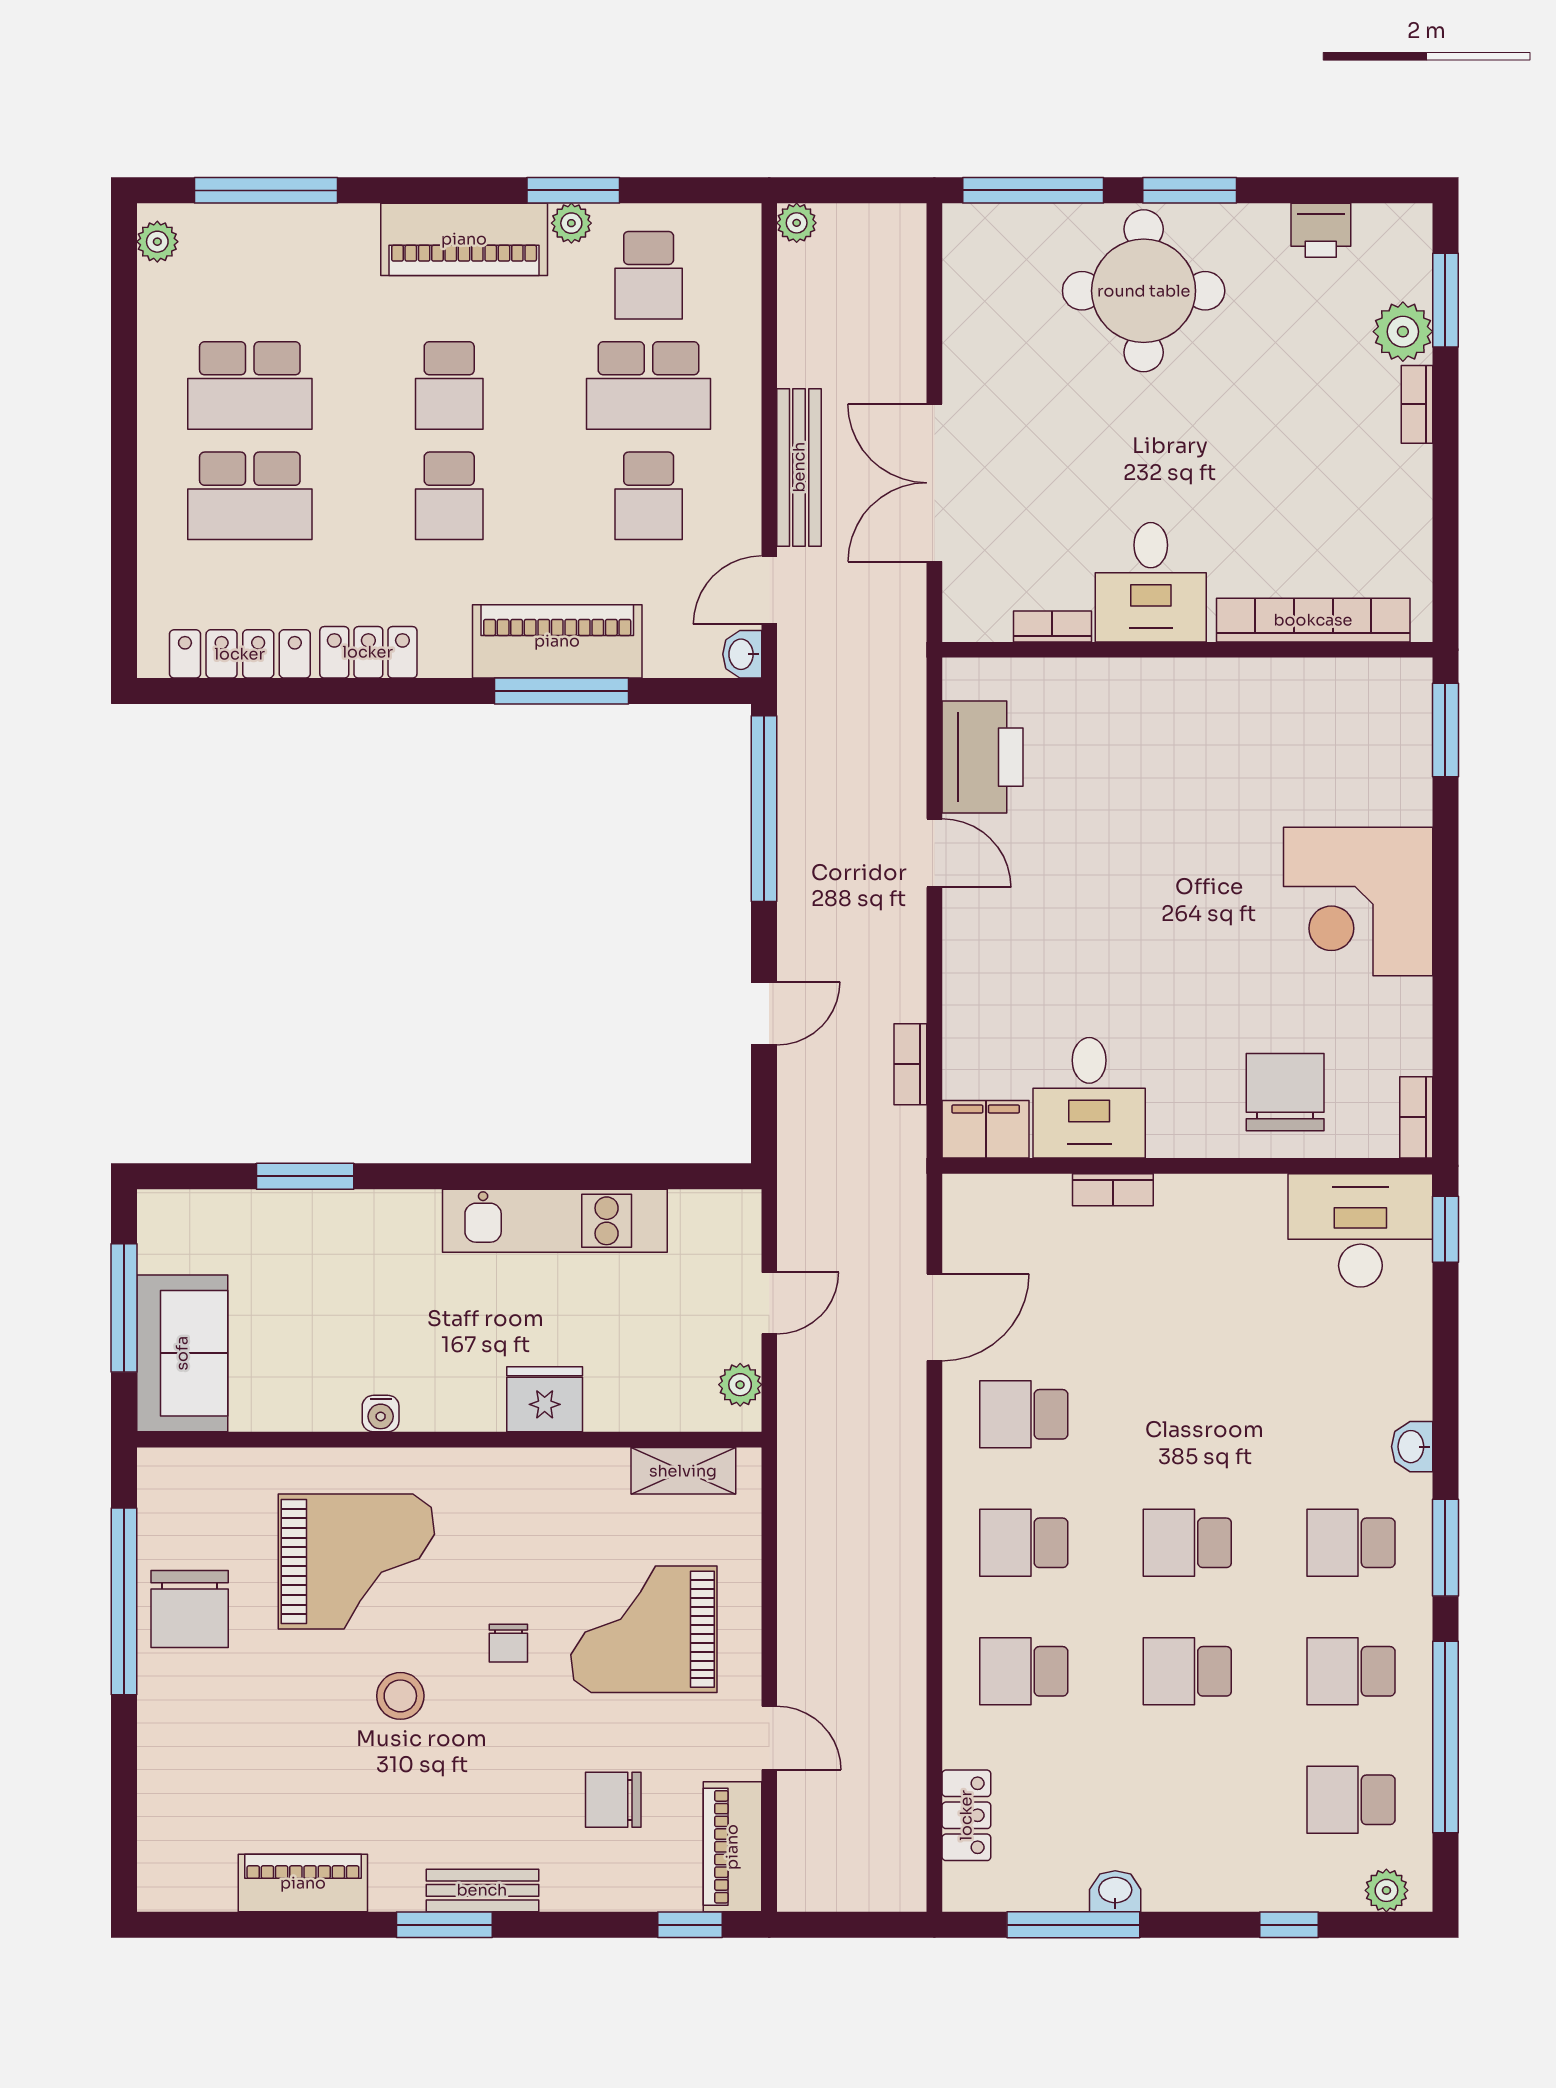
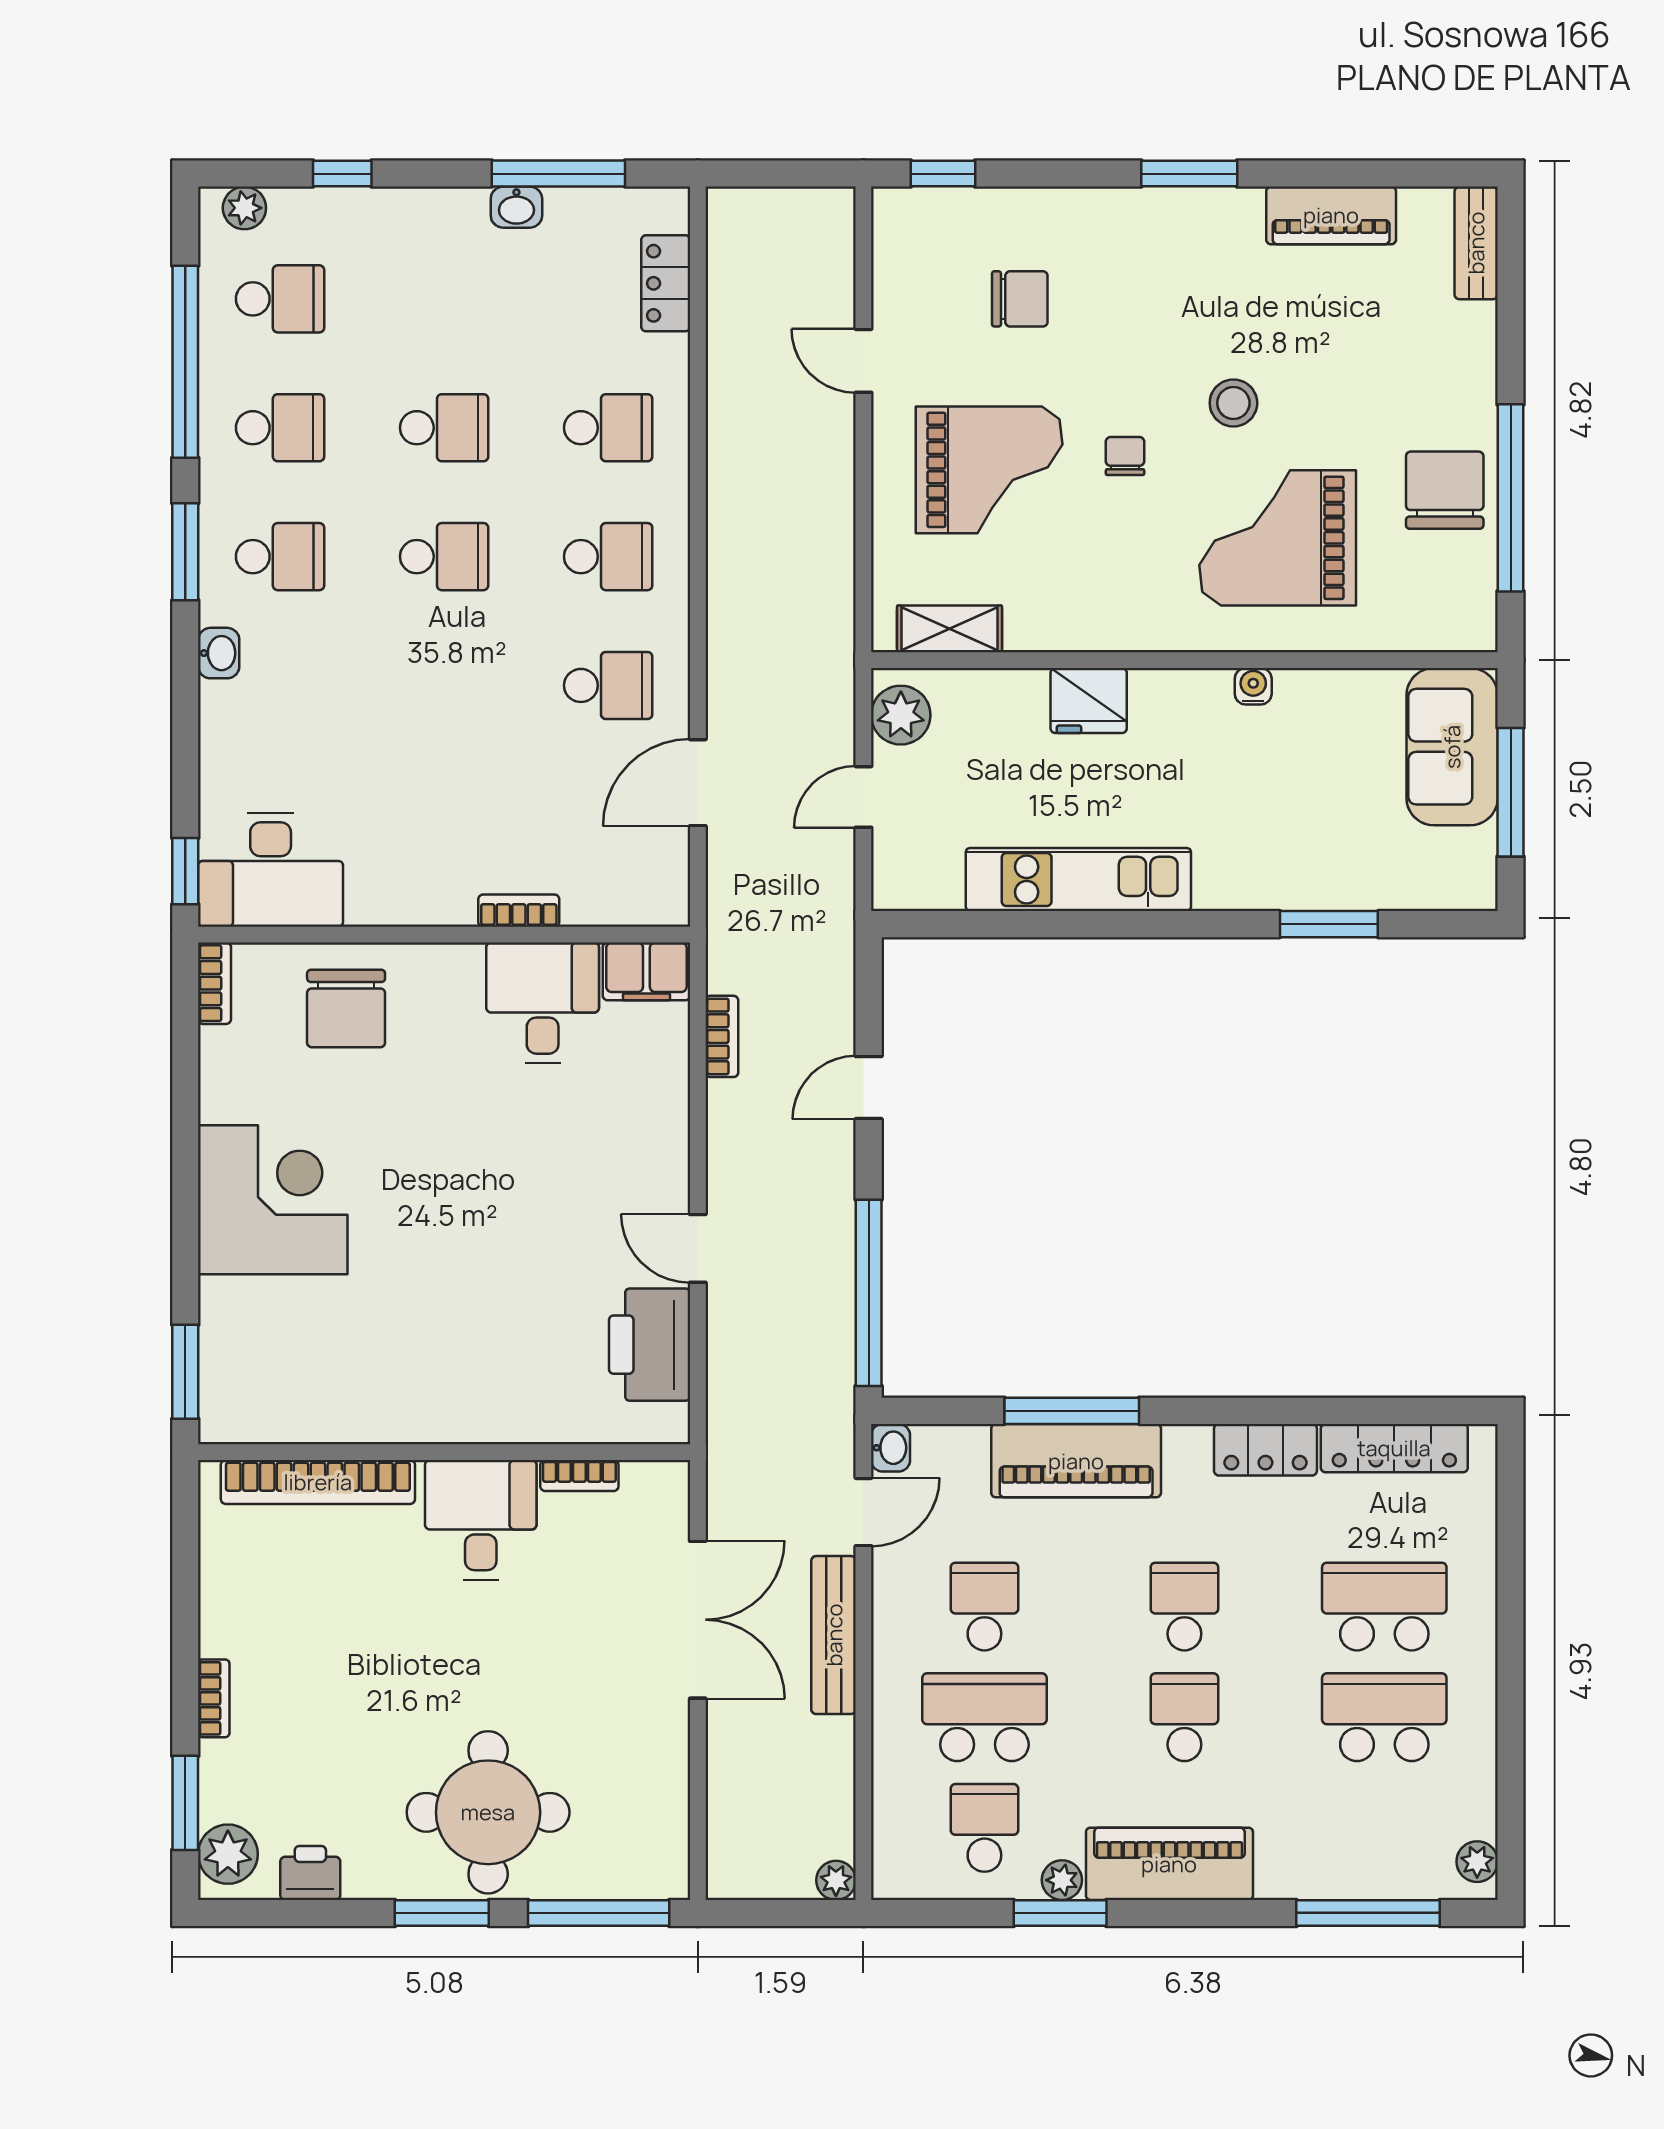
plant: (1403, 332) -> (228, 1854), moved
plant: (740, 1385) -> (901, 715), width x1.38, depth x1.38
piano: (732, 1847) -> (900, 252), removed
bench: (482, 1890) -> (1476, 243), moved, turned 90

